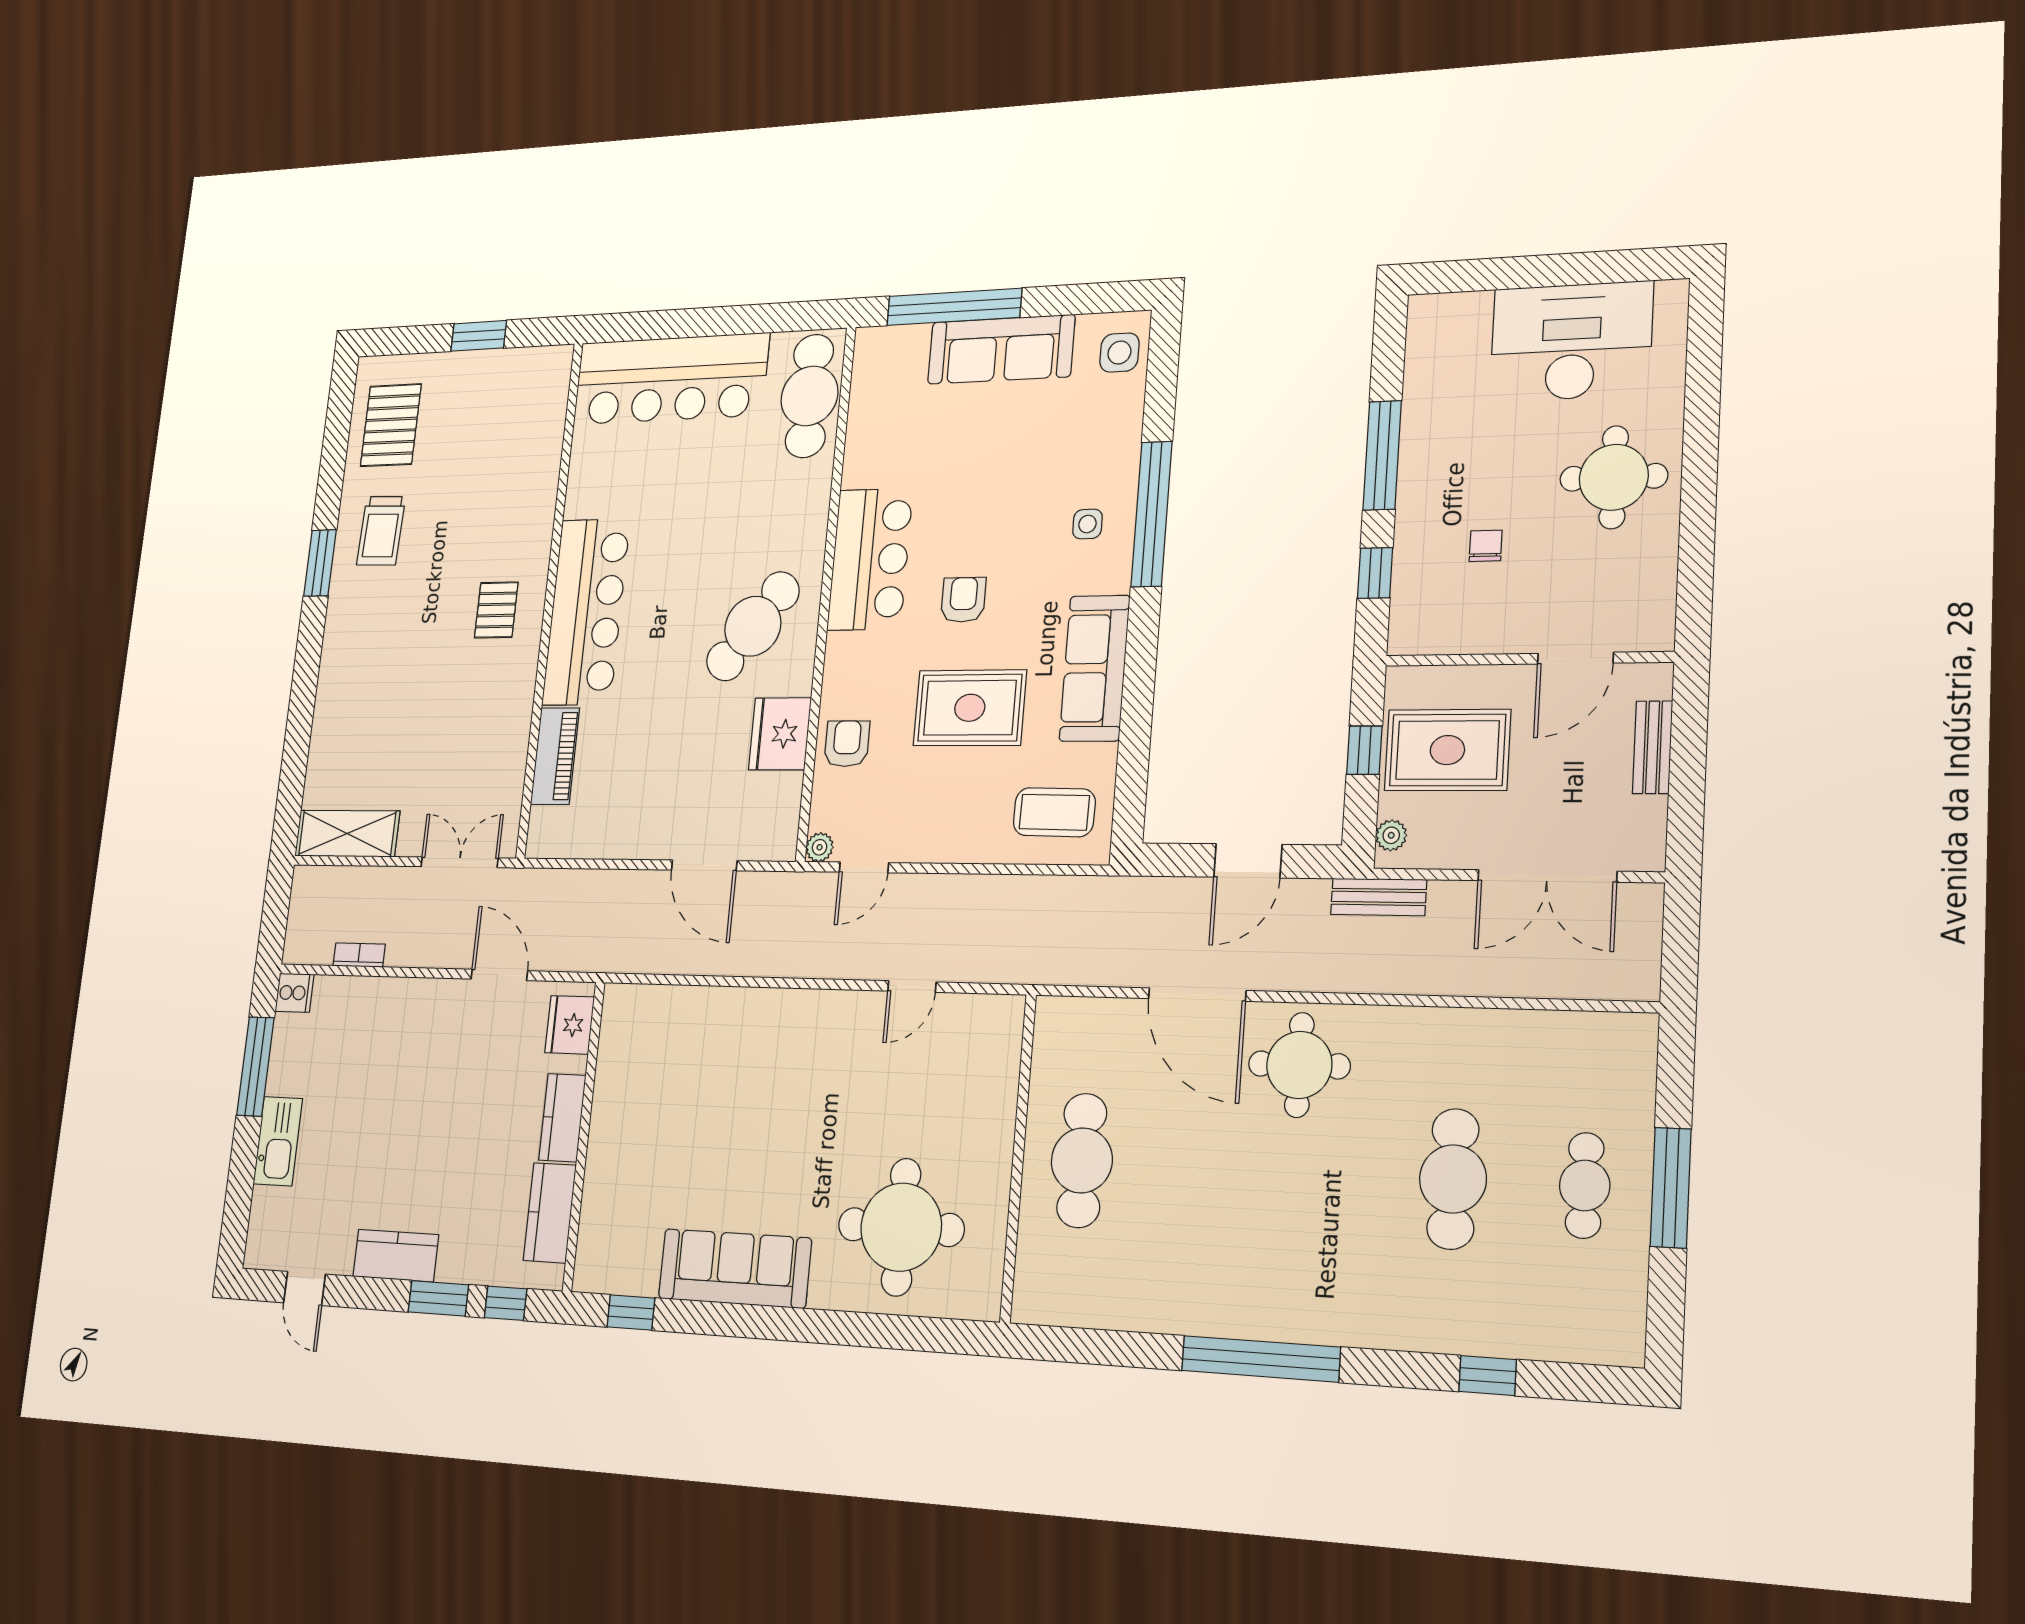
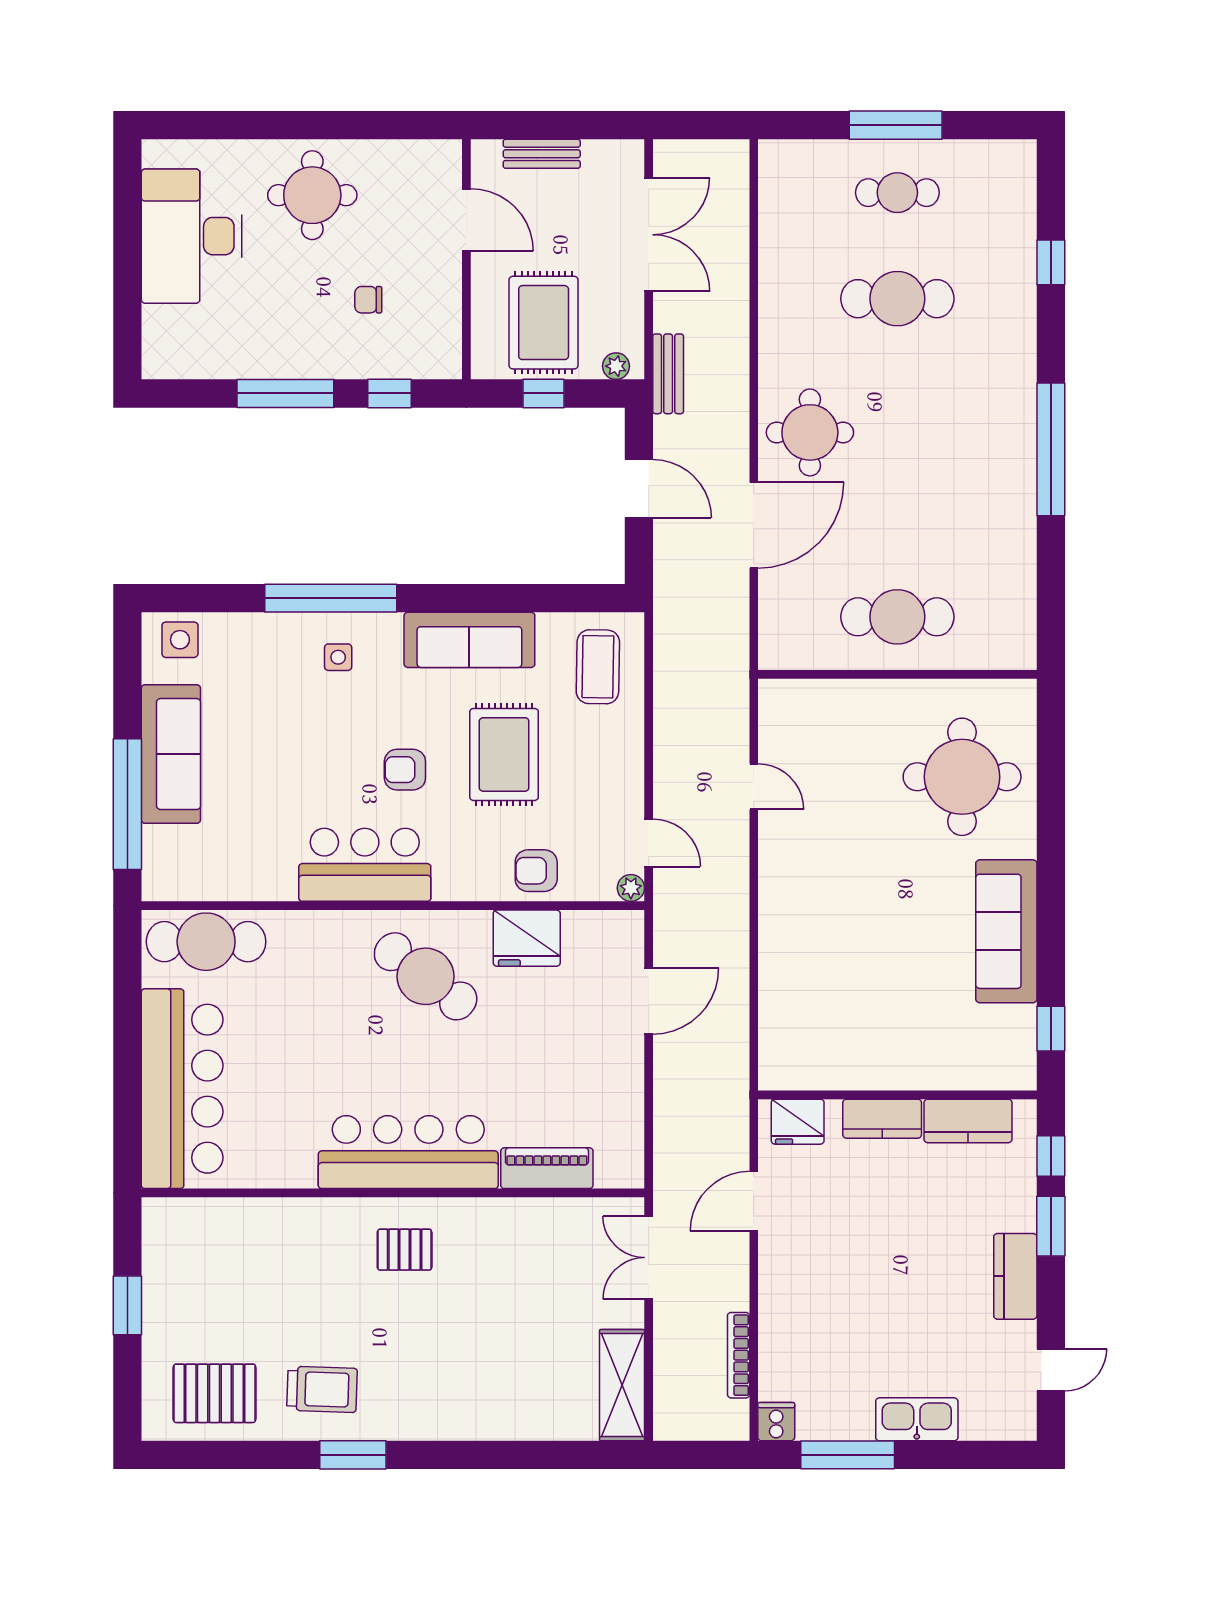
bookcase: (359, 955) -> (739, 1355), width x1.56

